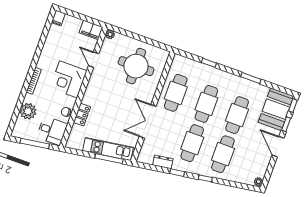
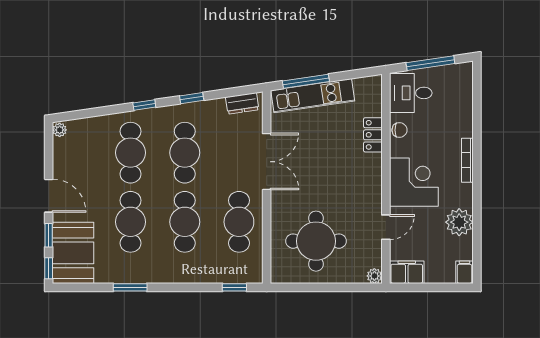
door: (94, 60) -> (386, 227), hinge flipped
window: (209, 63) -> (234, 287), moved
plant: (28, 111) -> (459, 222), moved
dresser: (163, 162) -> (242, 103), moved

